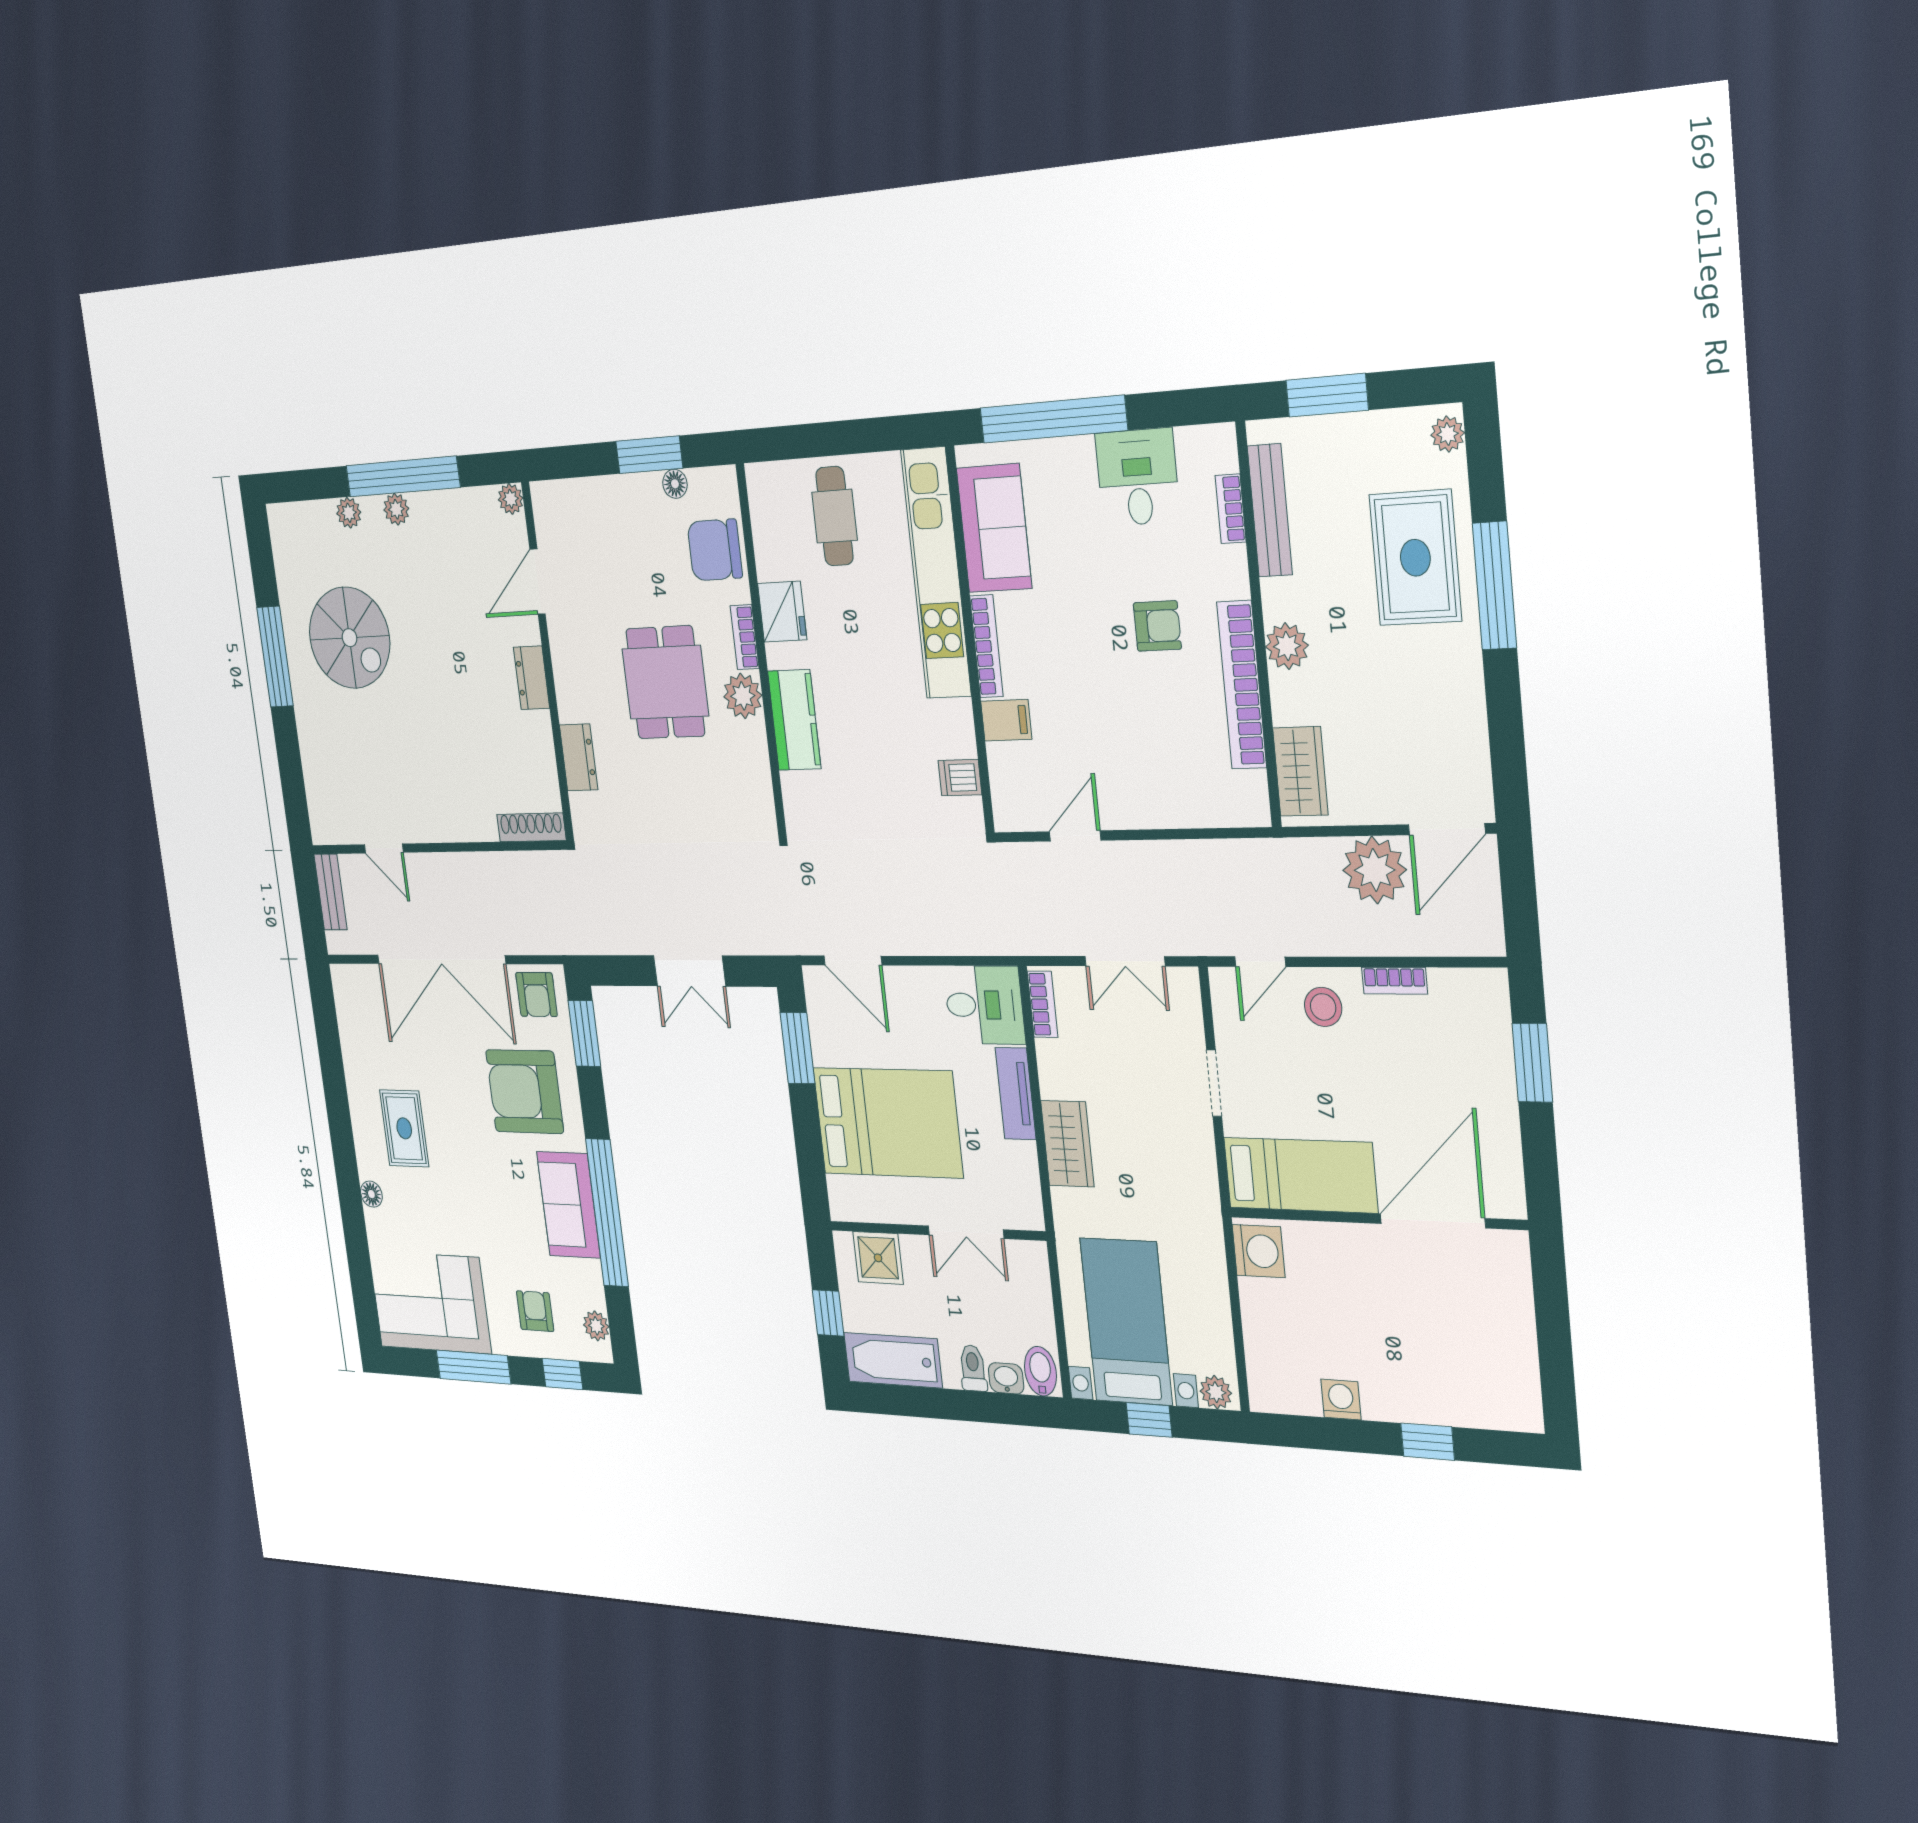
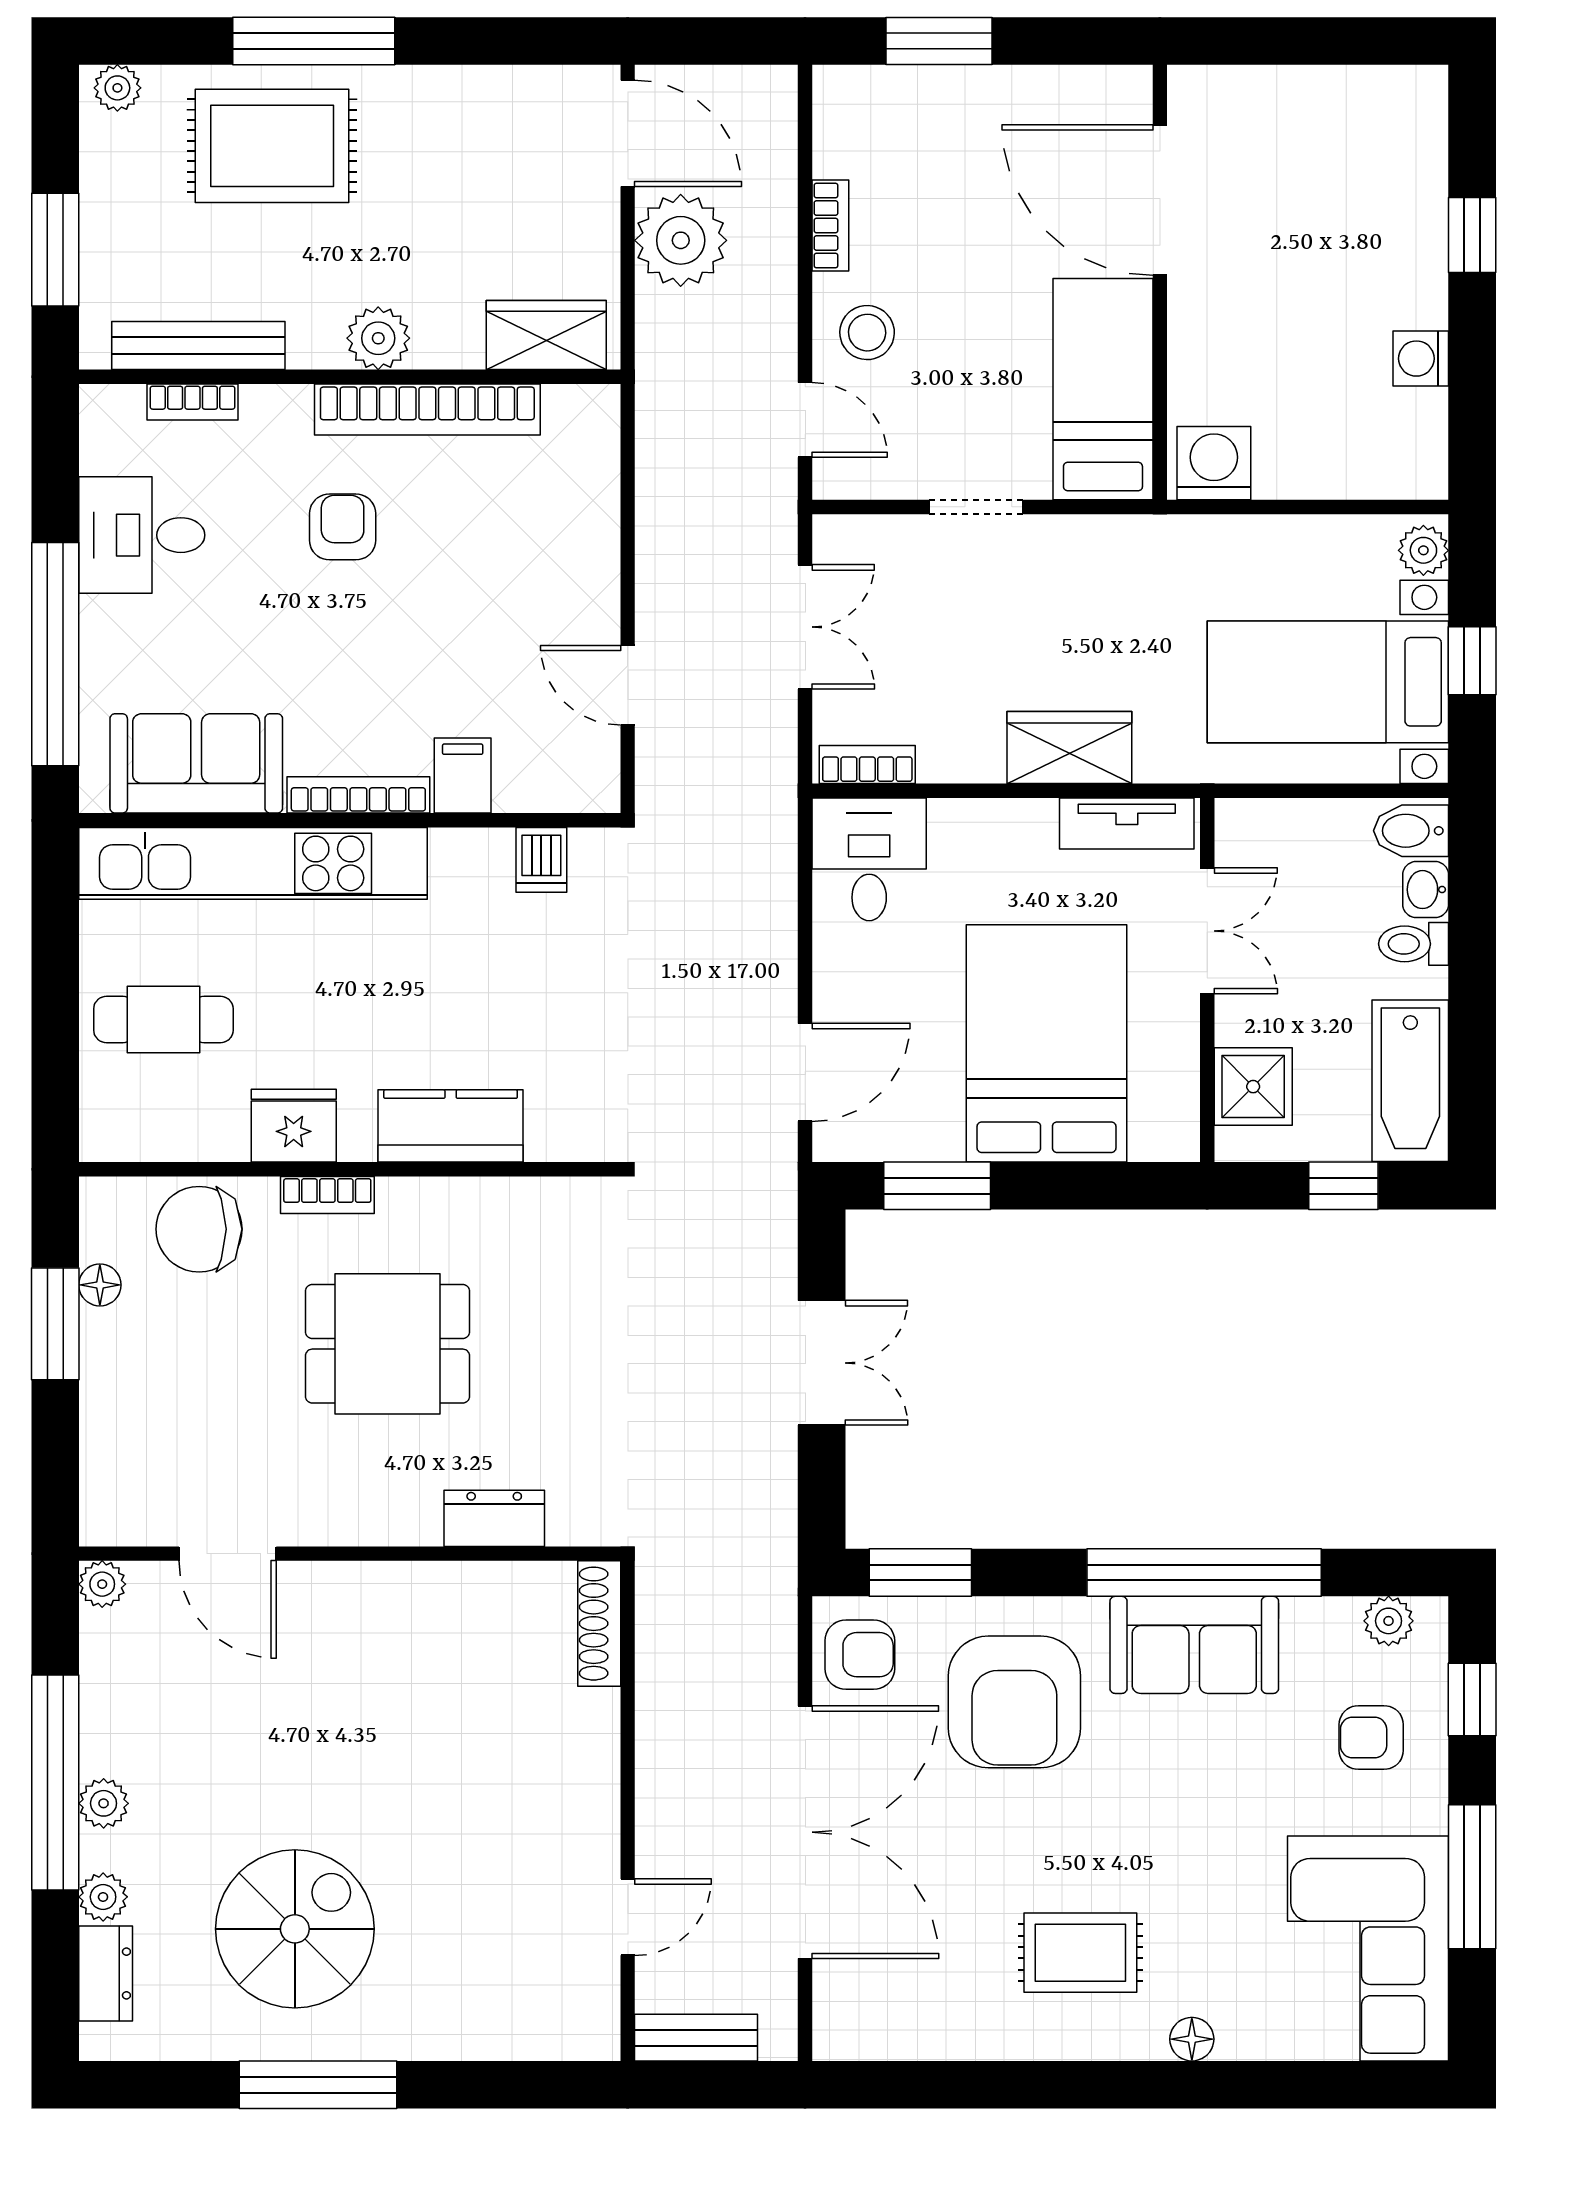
chair: (715, 550) -> (199, 1229), turned 90
dresser: (531, 678) -> (106, 1973), moved, turned -90
plant: (743, 696) -> (413, 1210), removed
tv unit: (1016, 1094) -> (1127, 824), moved

